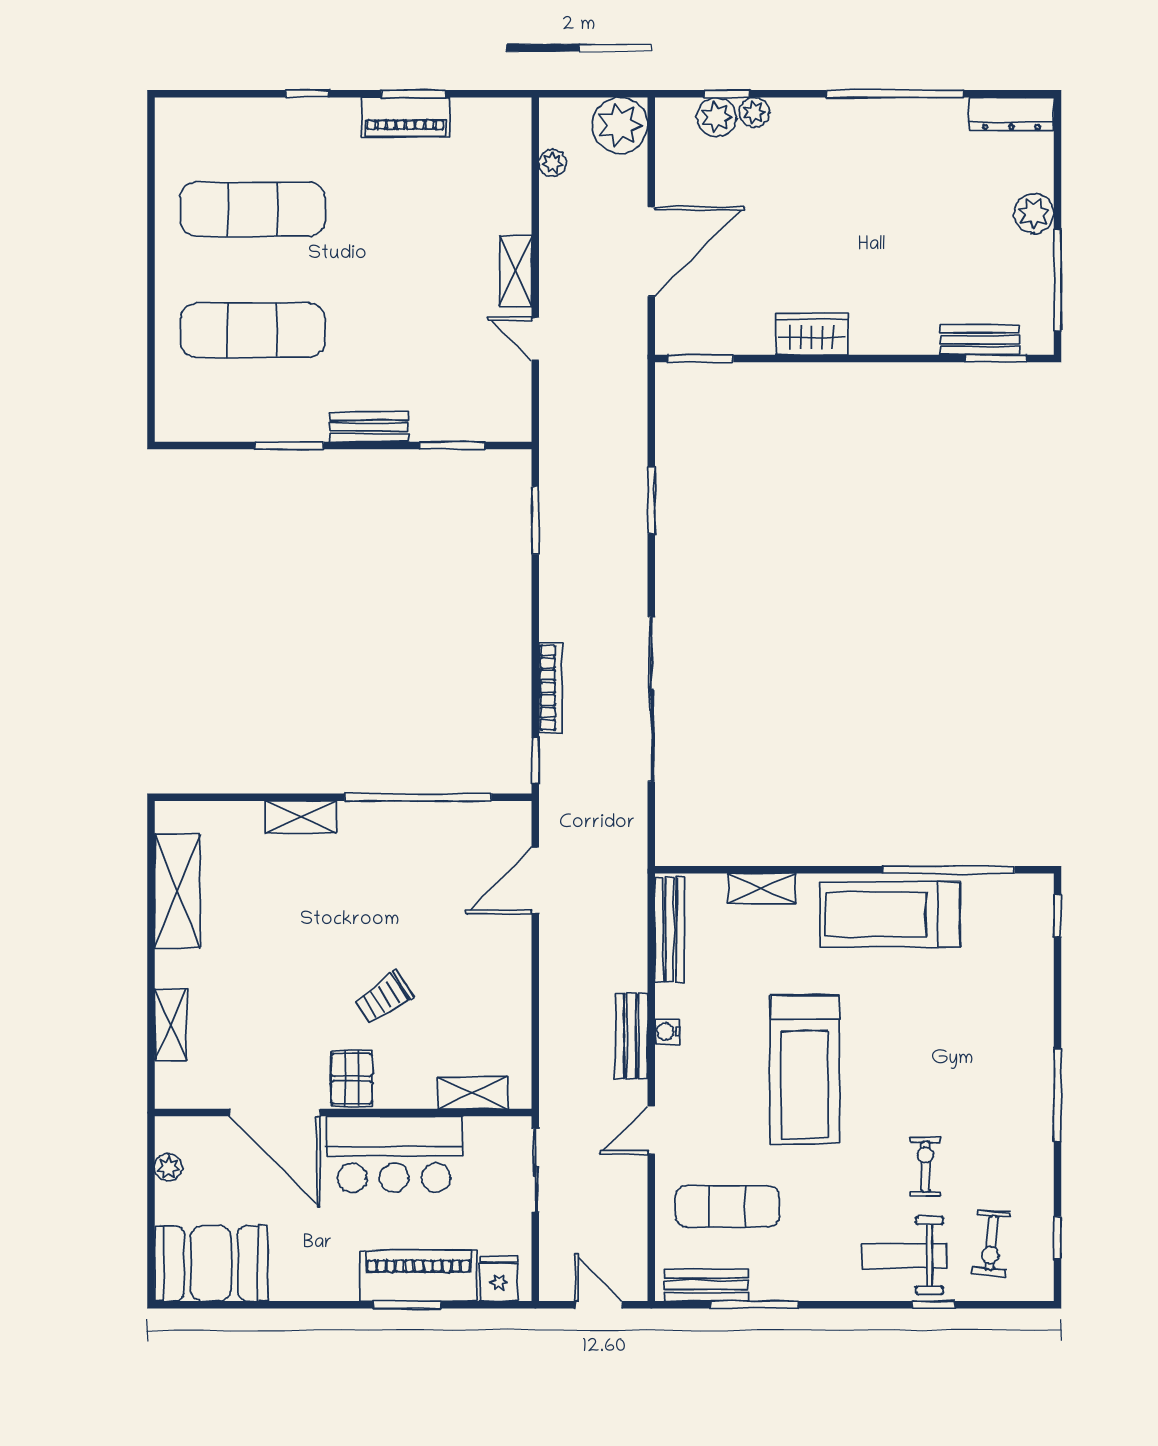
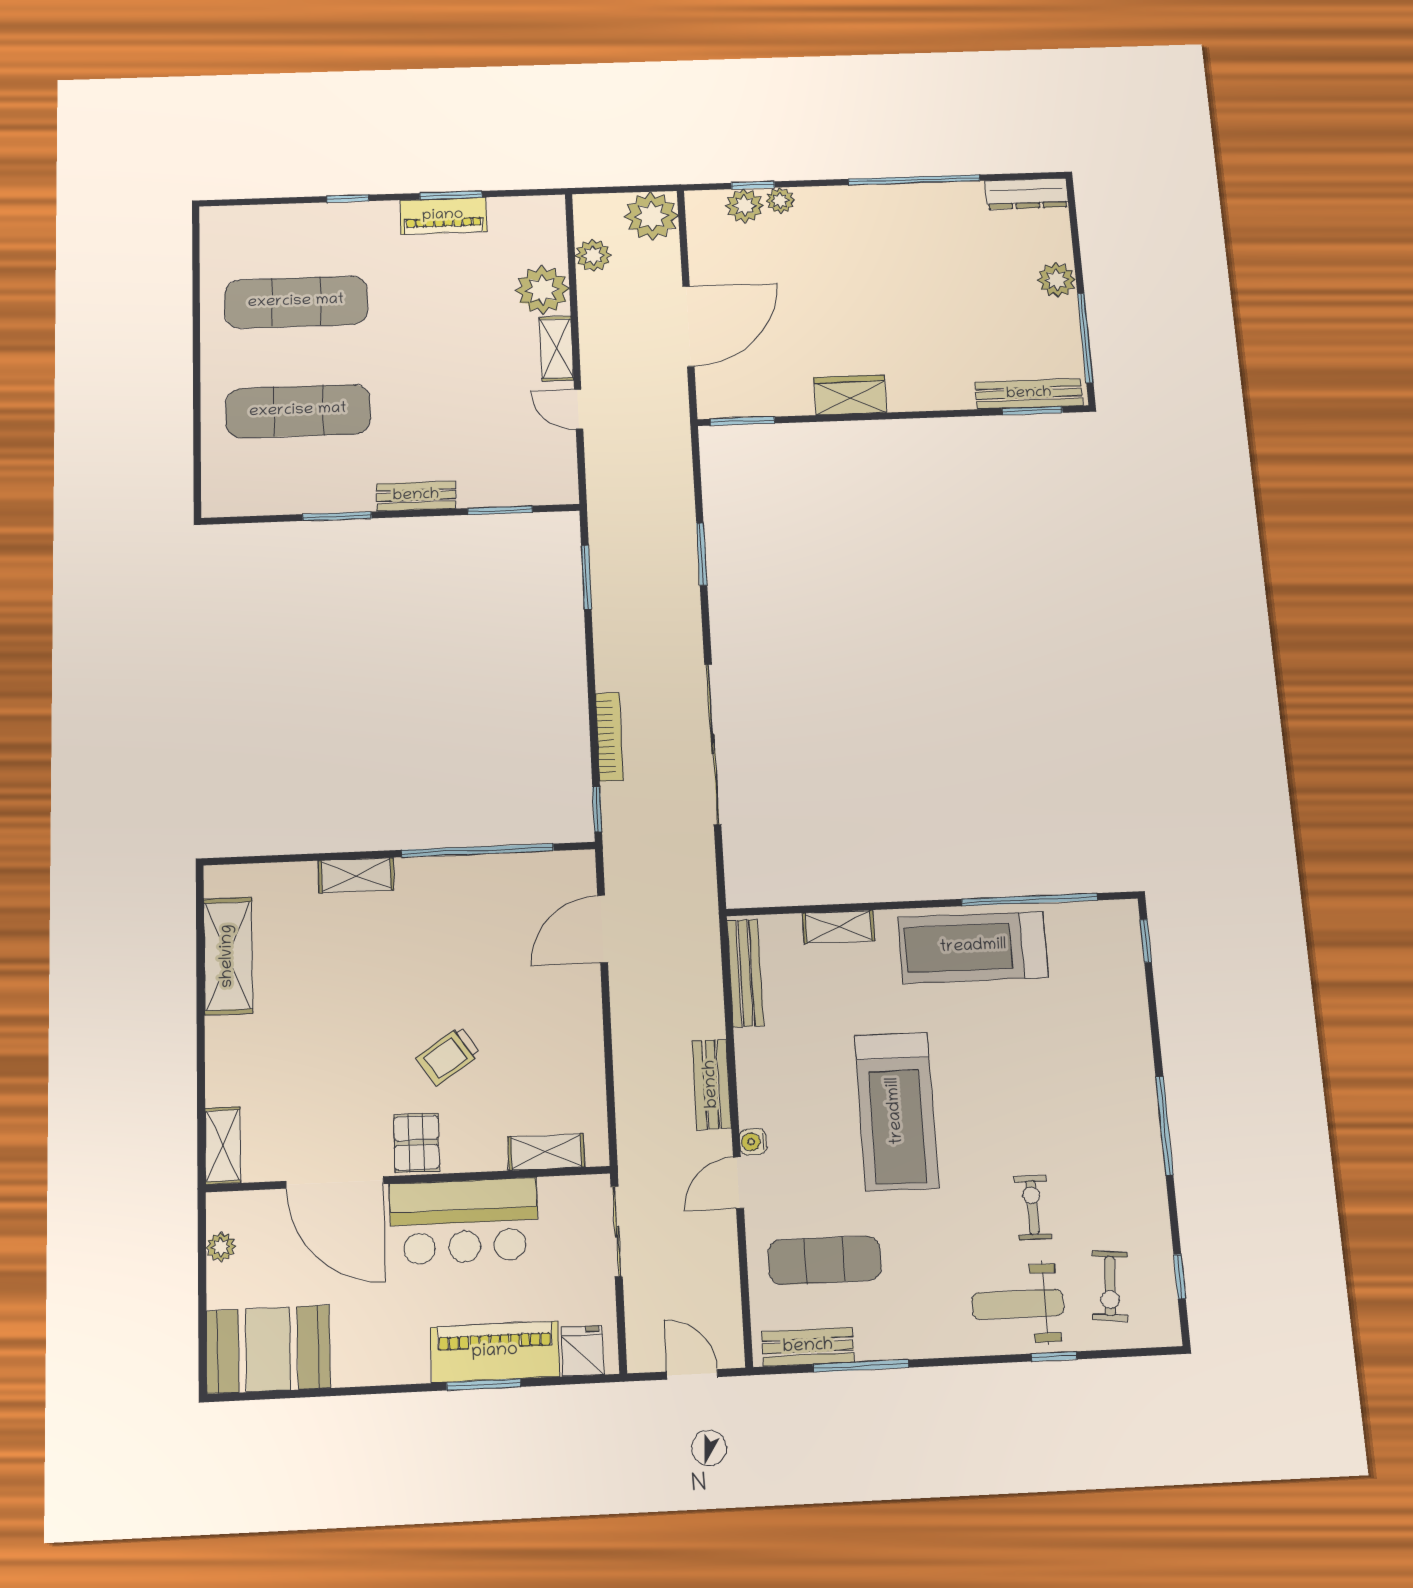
plant: (553, 163) -> (593, 255), width x1.38, depth x1.38
plant: (504, 205) -> (542, 290), added
bench: (980, 340) -> (1029, 394), width x1.36
shelving: (171, 1025) -> (223, 1146), moved
water cooler: (667, 1032) -> (753, 1142), moved

